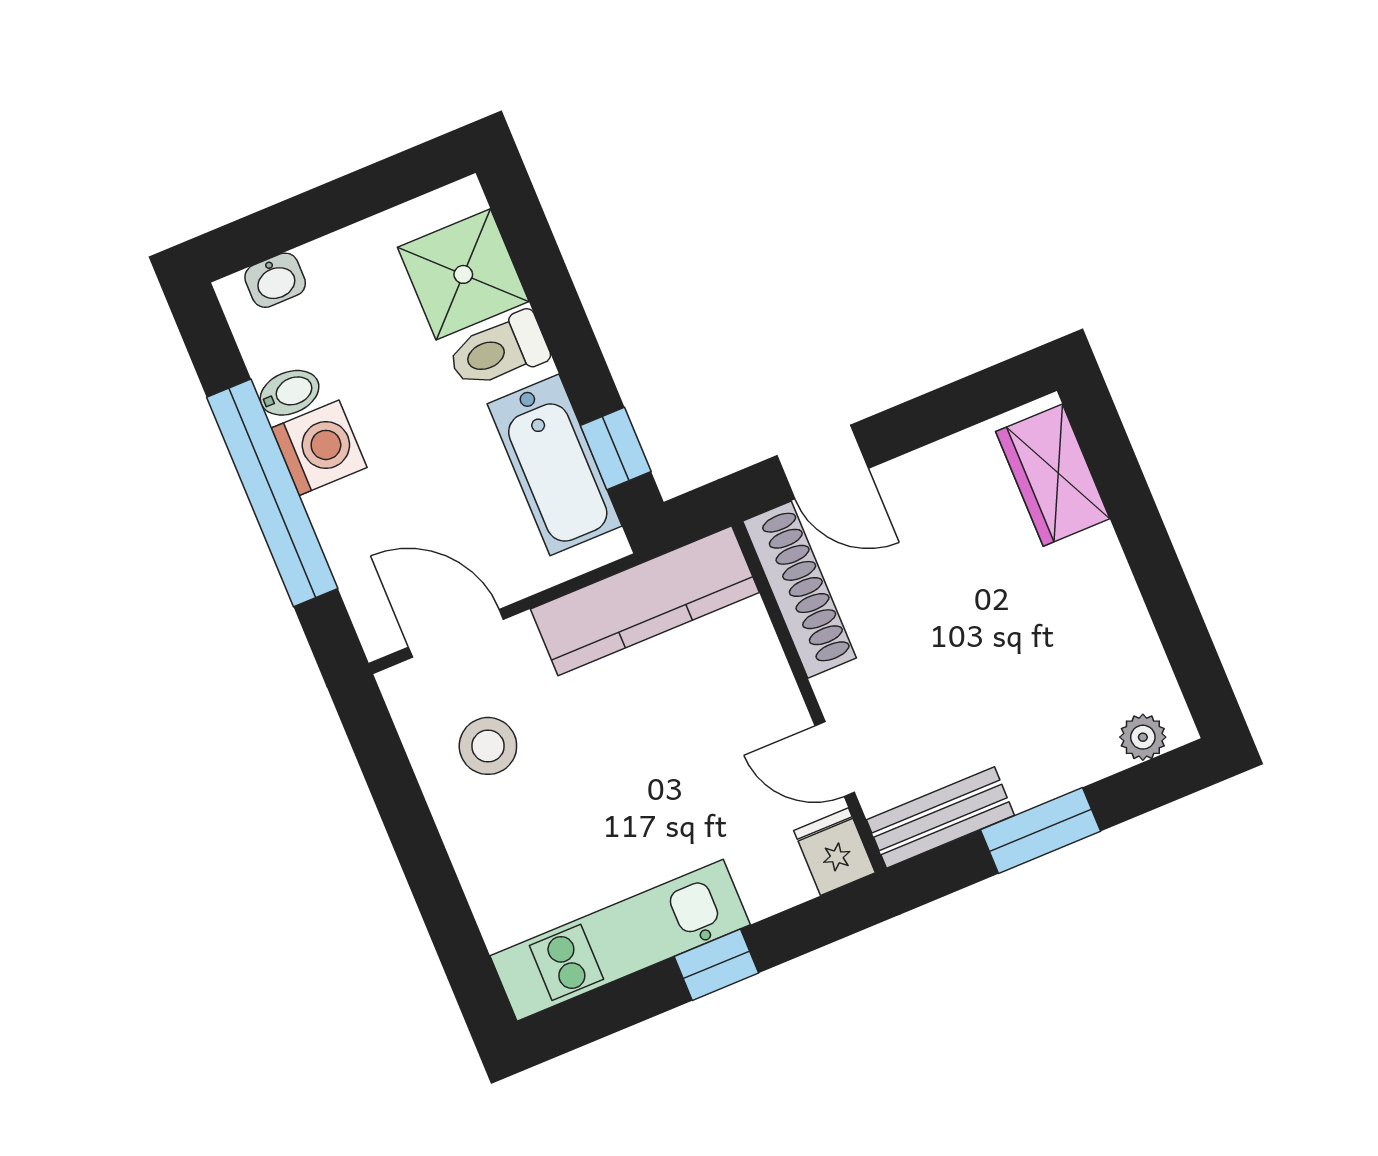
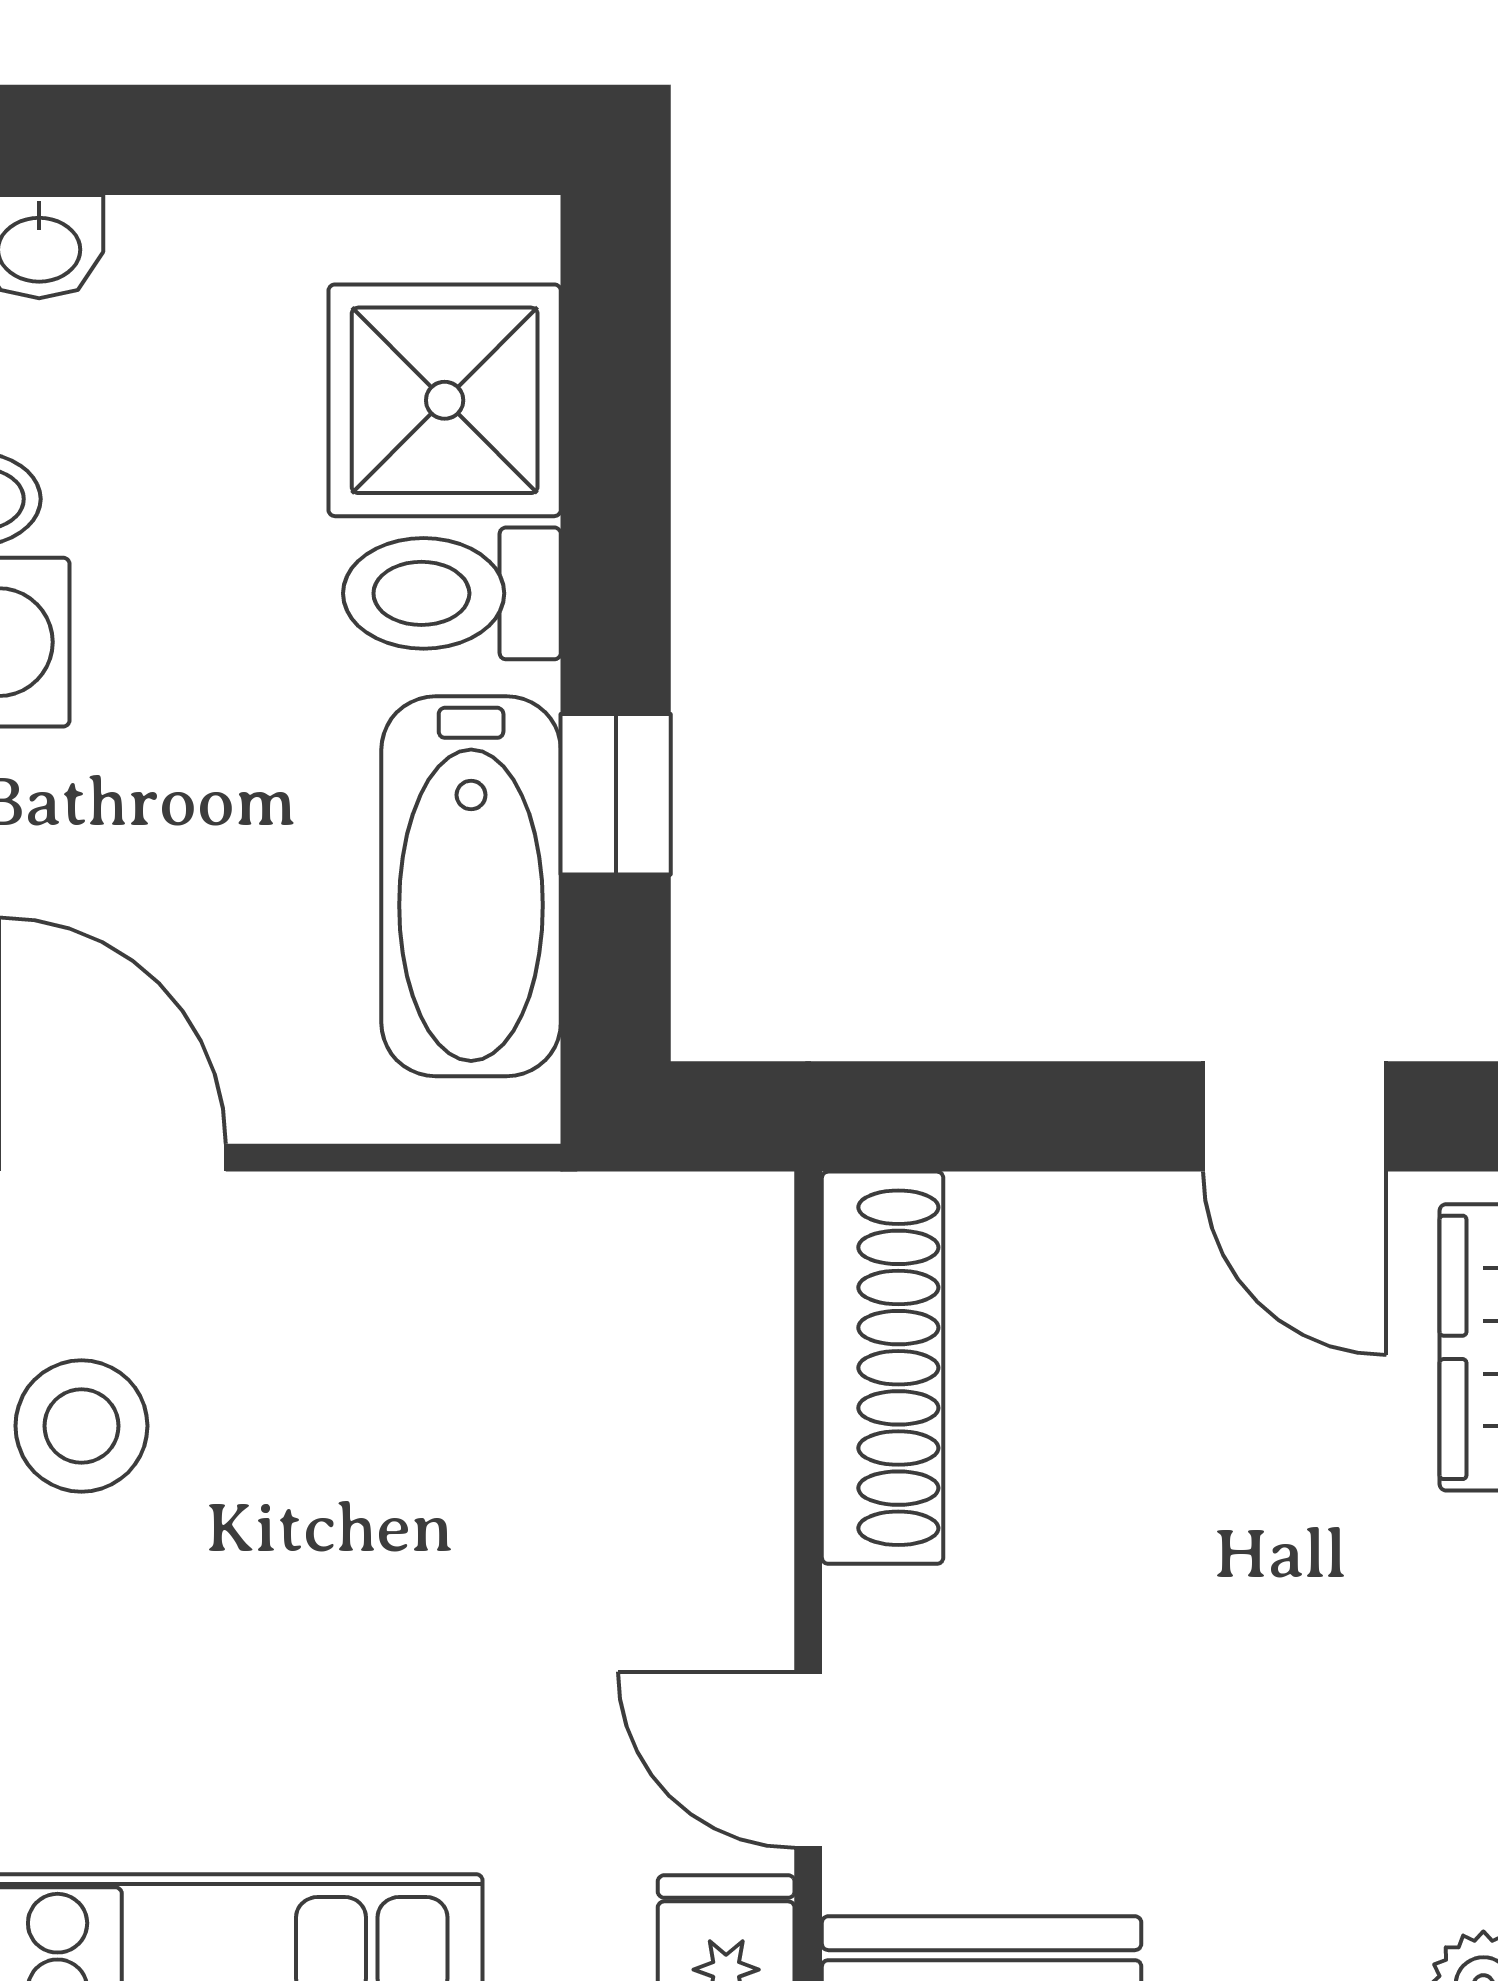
window: (616, 449) -> (616, 794), moved
door: (823, 462) -> (1295, 1116), moved
kitchen counter: (645, 601) -> (544, 1255), removed

